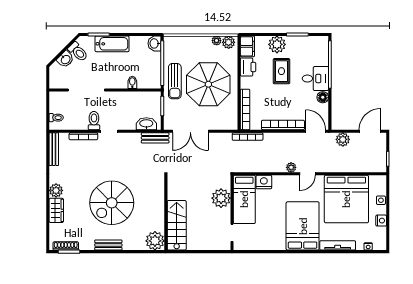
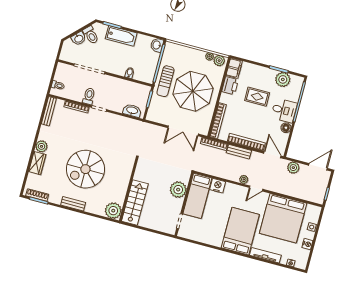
plant: (277, 44) -> (283, 79), moved
rug: (281, 71) -> (257, 97), turned 90
double door: (190, 131) -> (183, 131), moved
bench: (155, 138) -> (239, 152), moved

